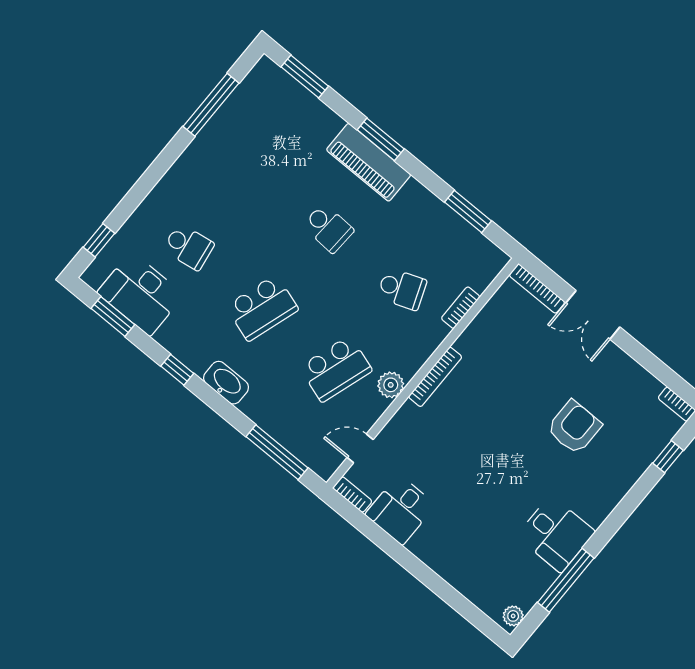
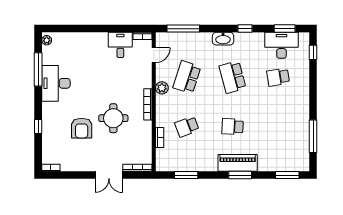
school desk: (262, 308) -> (233, 77), turned -33
double door: (593, 315) -> (109, 175), swing flipped
round table: (510, 401) -> (113, 118), added
window: (668, 457) -> (38, 126), moved
desk: (556, 534) -> (56, 83), width x1.37

